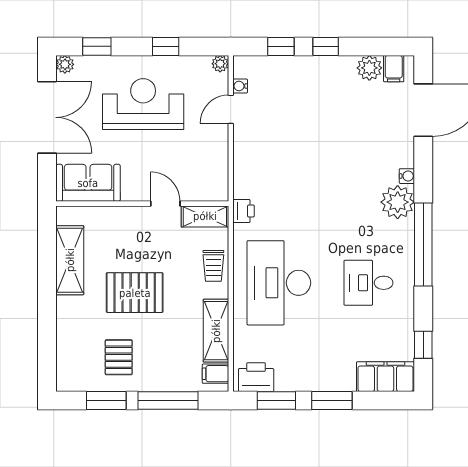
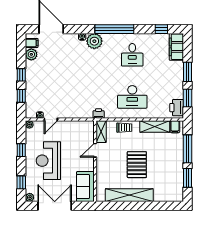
door: (231, 109) -> (51, 119), hinge flipped
shelving: (70, 260) -> (129, 195), width x1.47
desk: (279, 283) -> (132, 97), width x0.73, depth x0.77
pallet: (119, 357) -> (167, 172), removed

